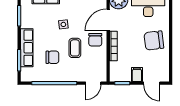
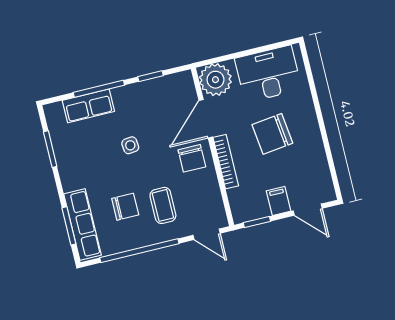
chair: (154, 41) -> (272, 134), moved
row of seats: (27, 48) -> (83, 224), moved
coffee table: (75, 48) -> (163, 205), moved
door: (93, 83) -> (207, 234), hinge flipped

